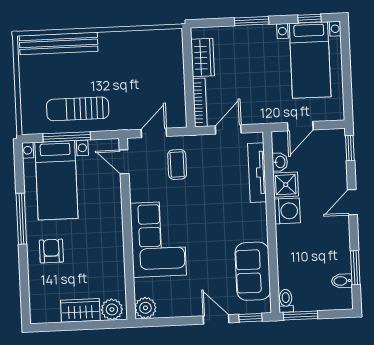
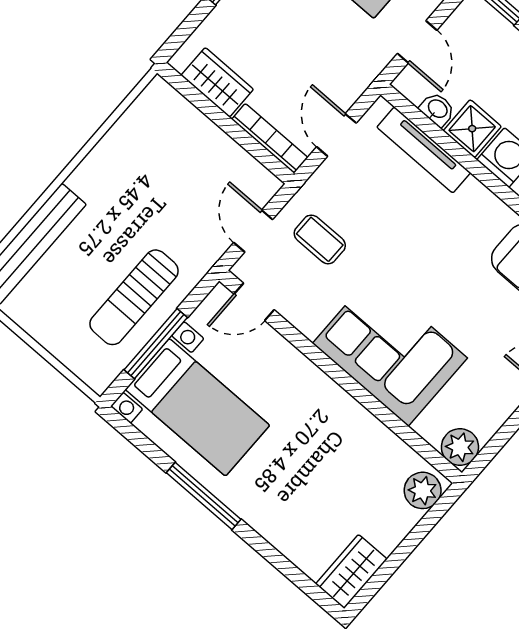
armchair: (51, 251) -> (279, 497), removed
wardrobe: (80, 310) -> (351, 572), moved

